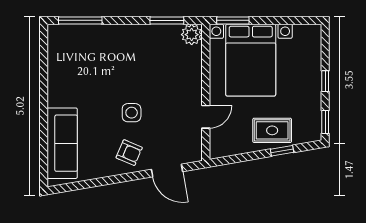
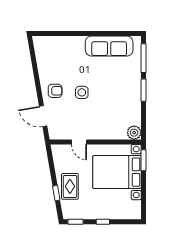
window: (167, 20) -> (143, 90), moved
sofa: (62, 143) -> (109, 46), moved
armchair: (129, 153) -> (55, 91), turned -113
door: (167, 170) -> (43, 116), hinge flipped

